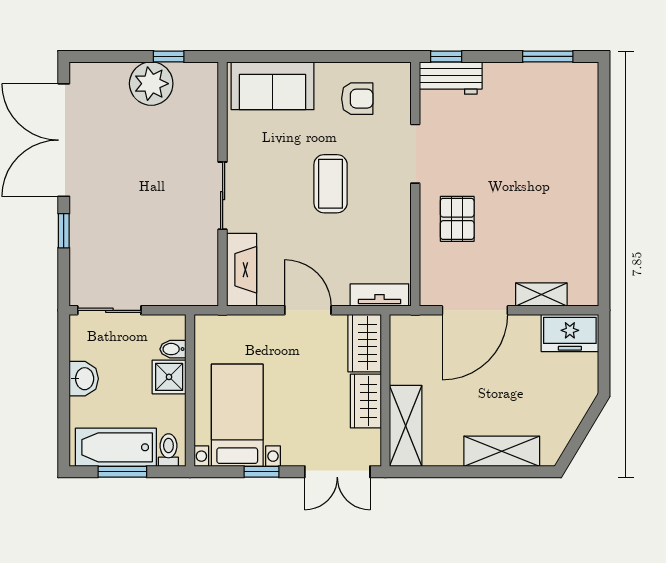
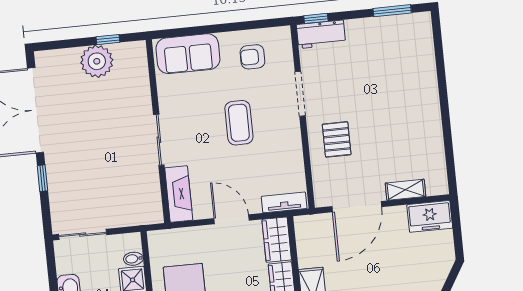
armchair: (357, 99) -> (252, 57), turned 180

